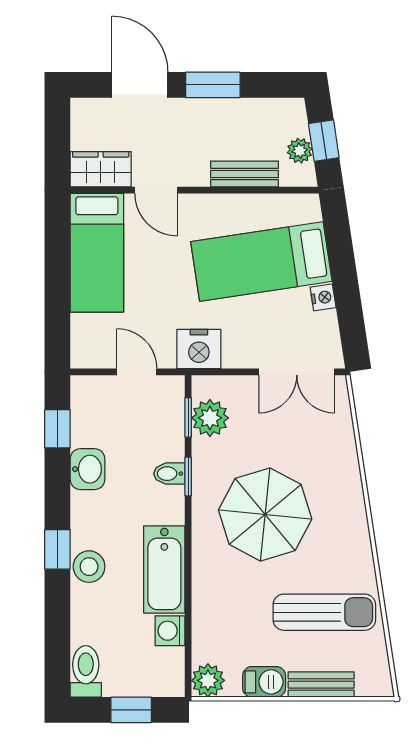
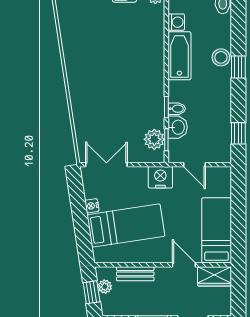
washbasin: (87, 469) -> (178, 127), moved, turned 180
parasol: (265, 514) -> (124, 86), removed
sun lounger: (324, 612) -> (91, 32), removed

